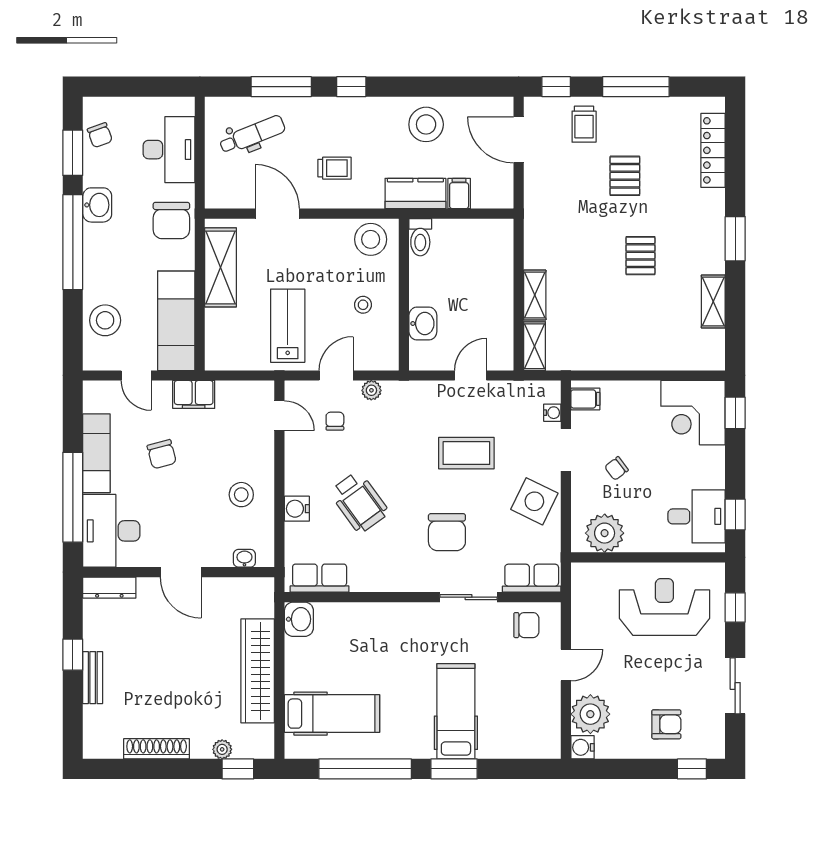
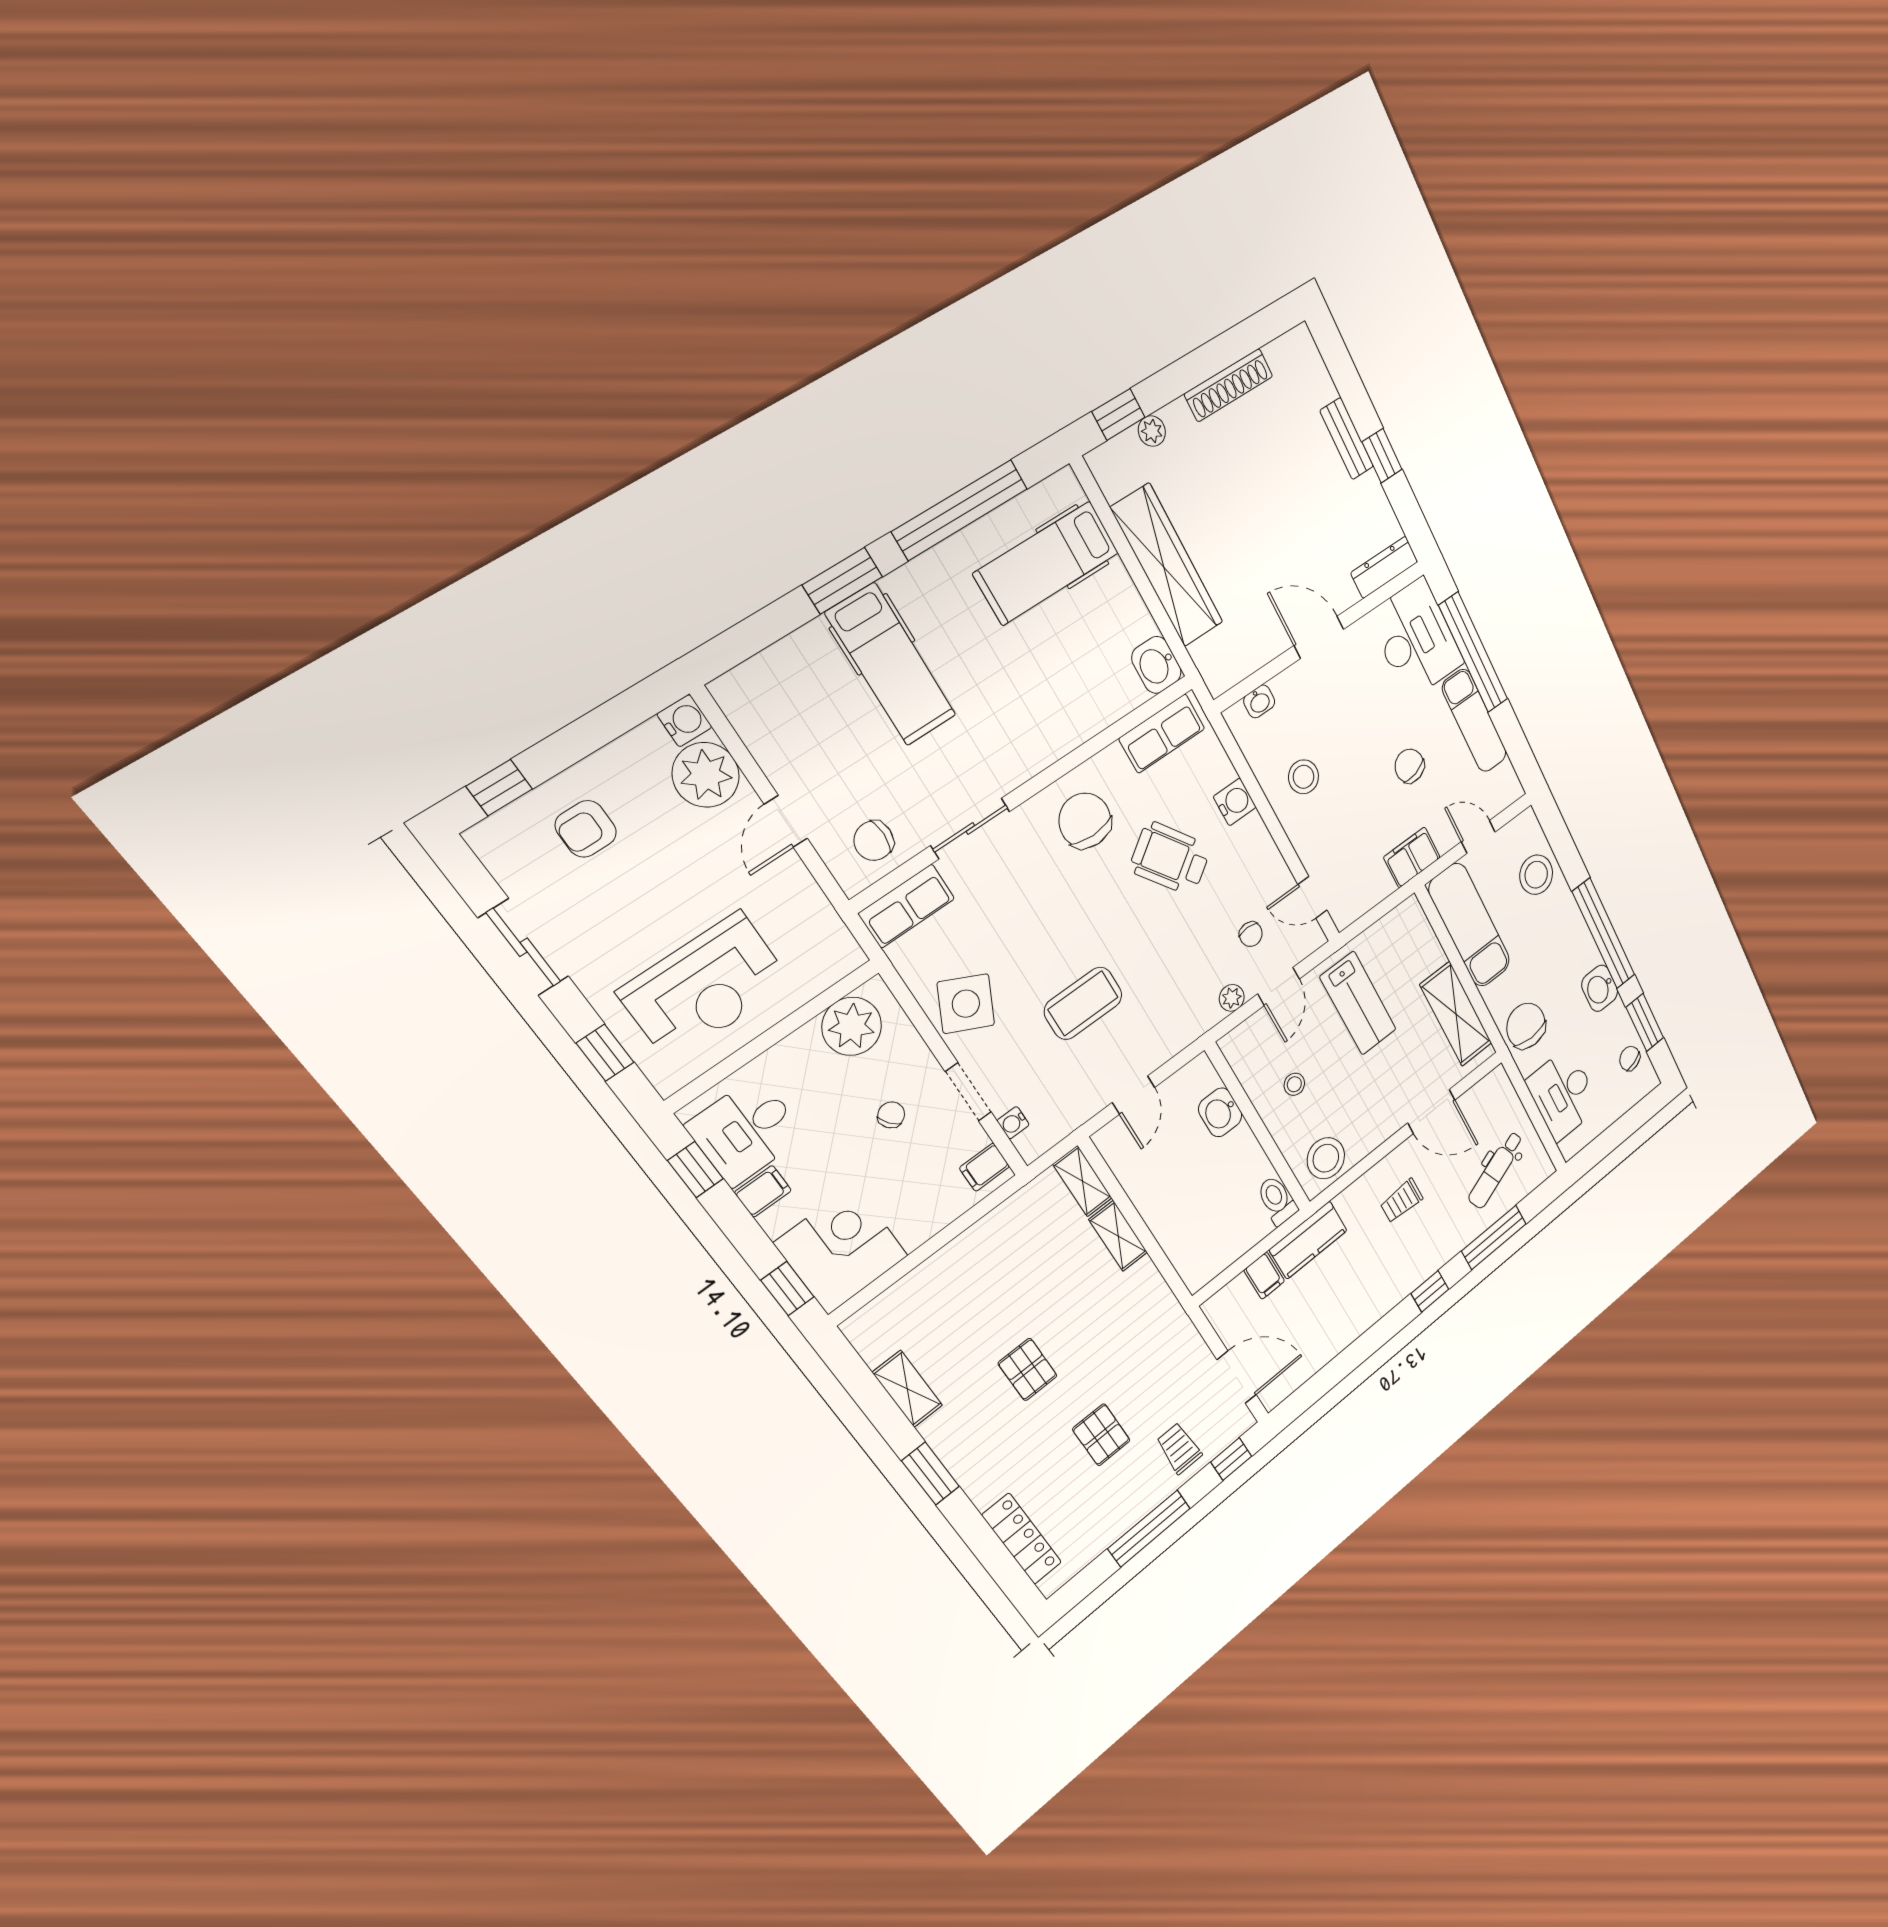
stool: (426, 124) -> (1338, 1315), removed
filing cabinet: (711, 477) -> (763, 1191), added
chair: (447, 532) -> (1085, 821), moved

